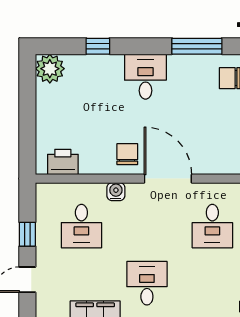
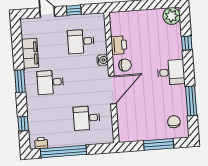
printer: (63, 162) -> (119, 45), moved
desk: (147, 283) -> (50, 82), turned 180

